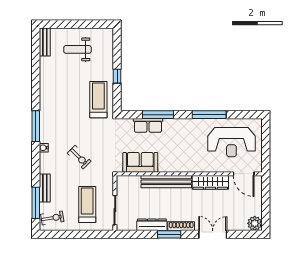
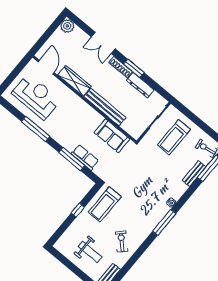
exercise bike: (79, 157) -> (122, 241), moved

